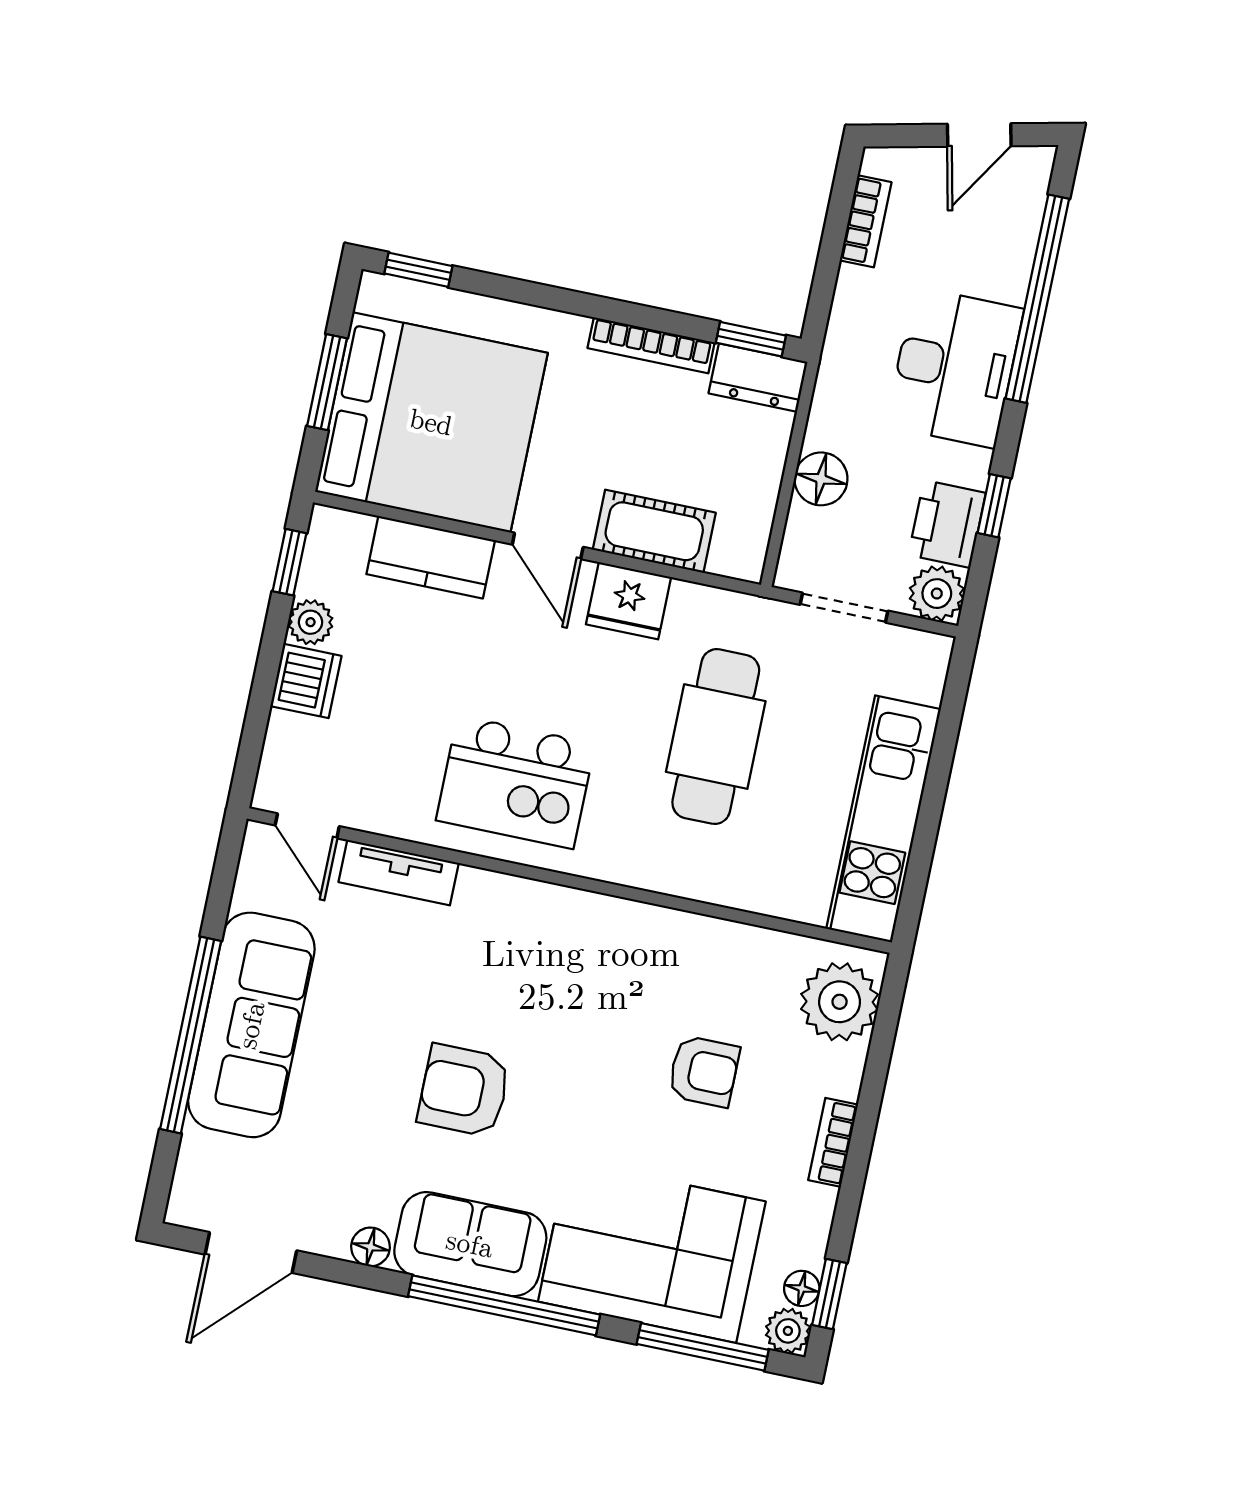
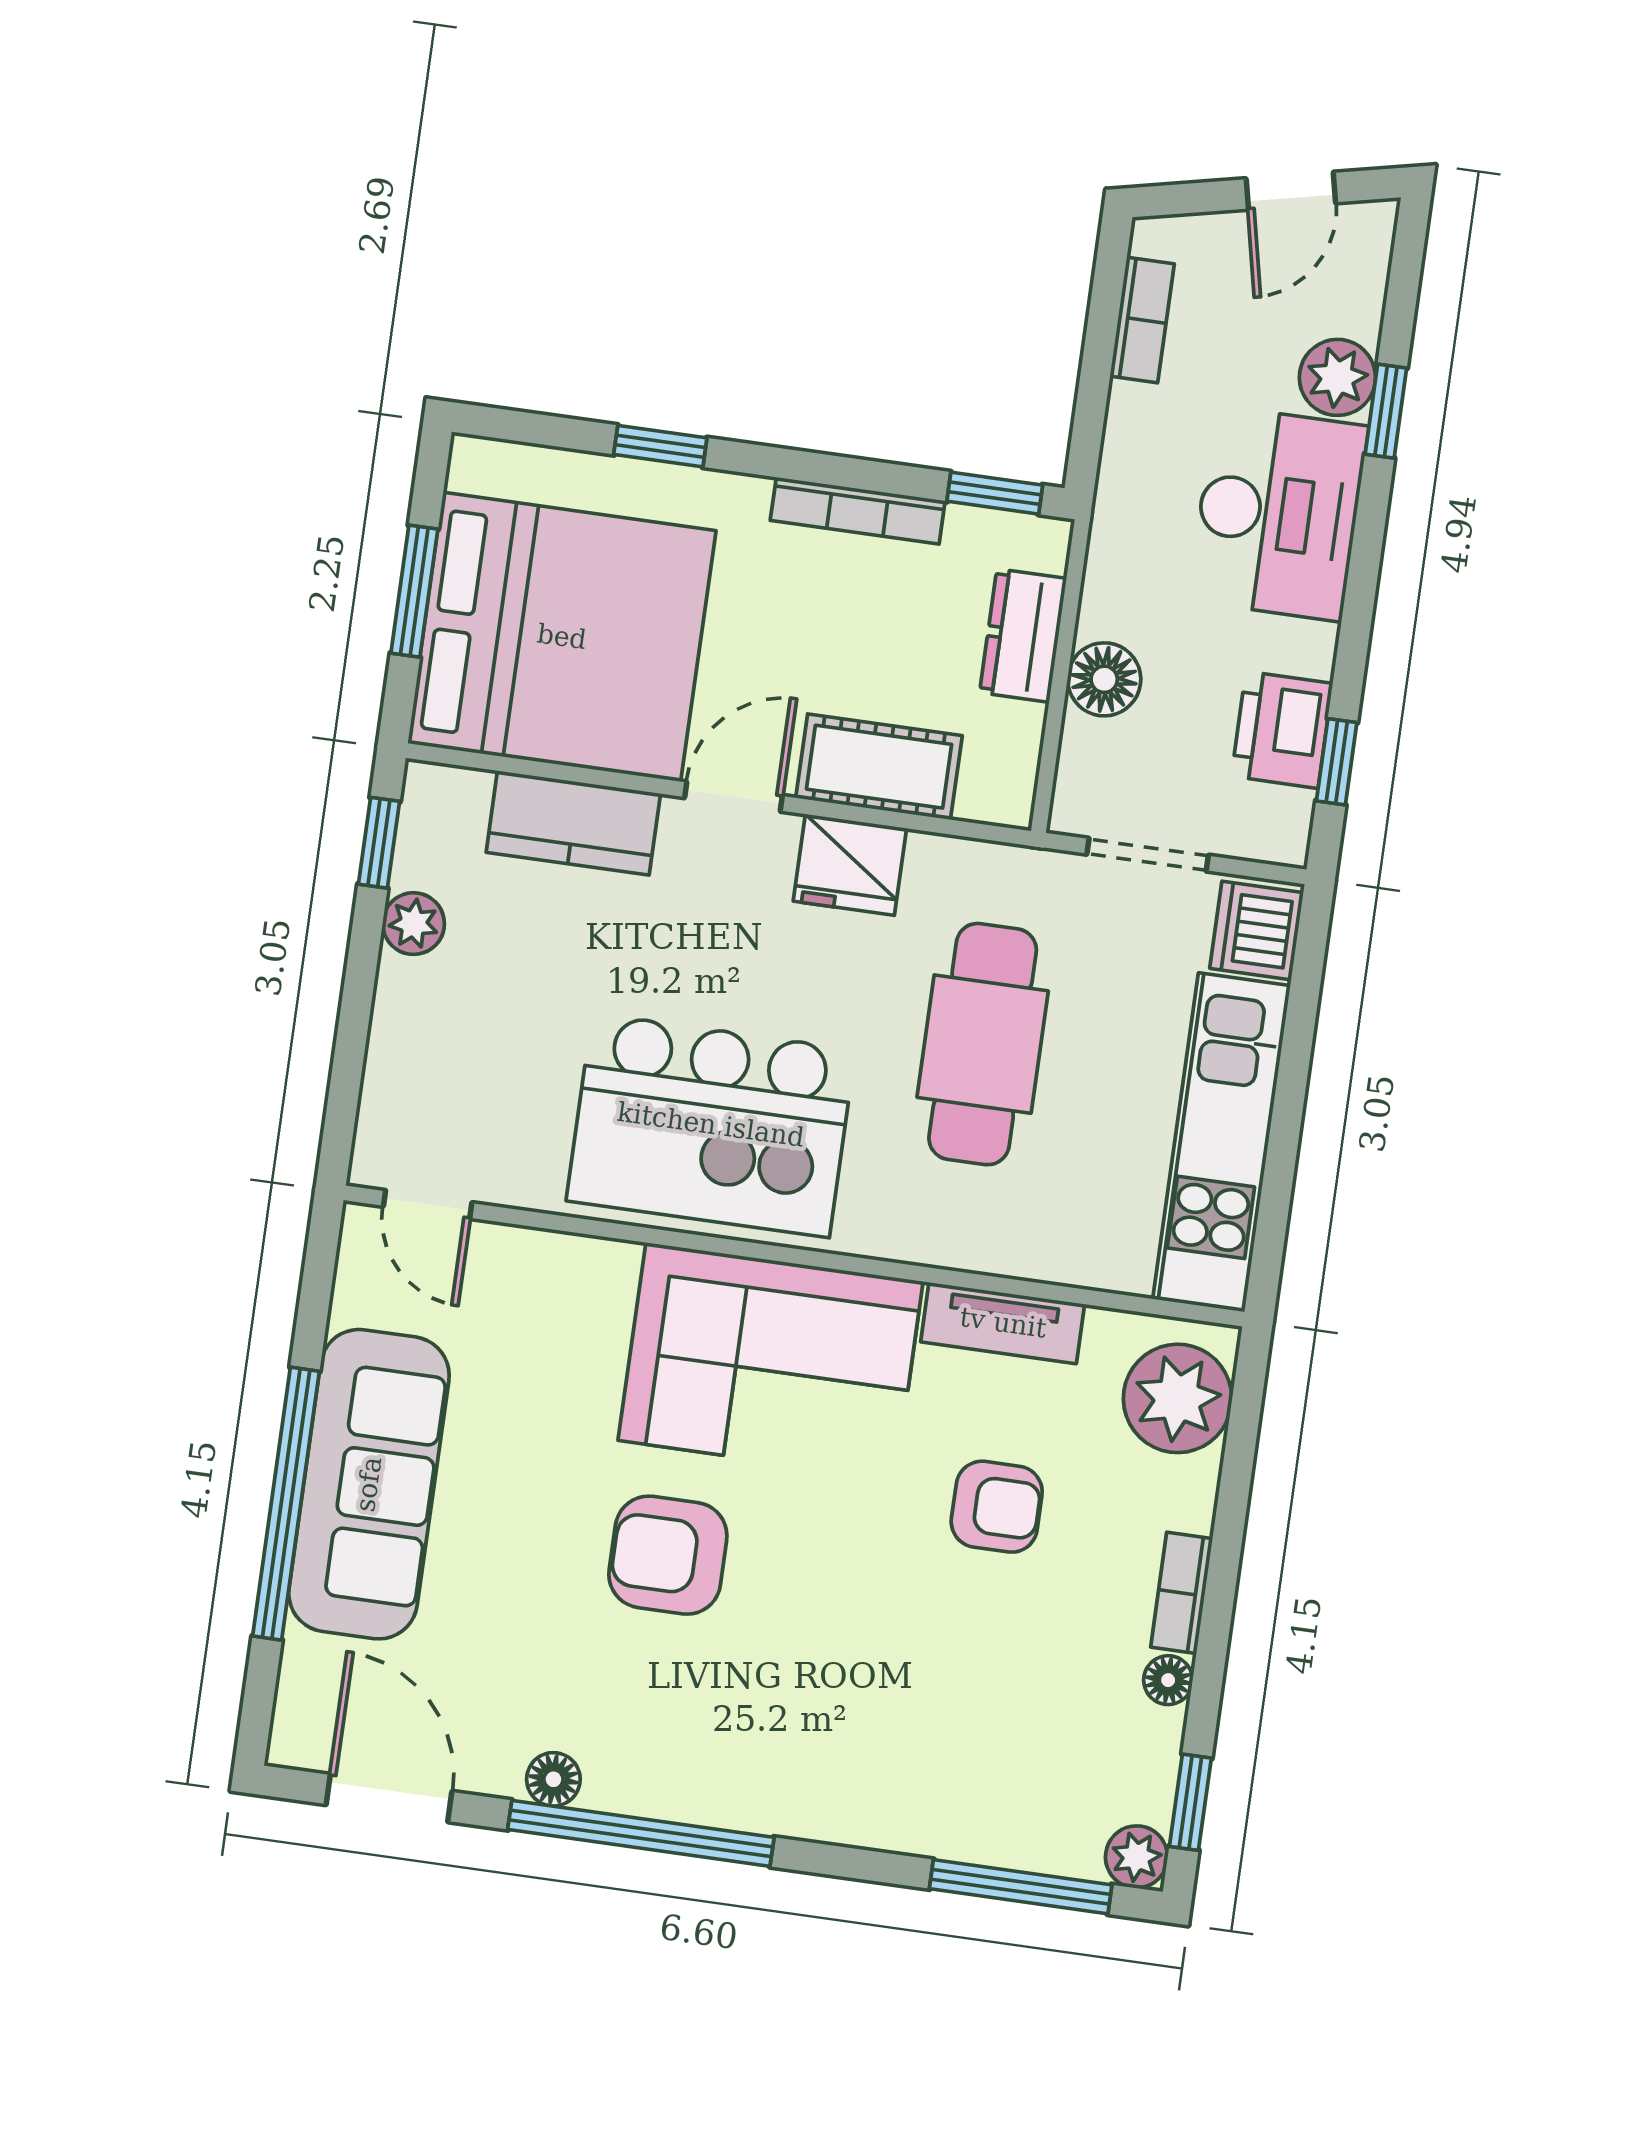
window: (418, 270) -> (660, 446), moved
window: (1037, 299) -> (1386, 411), width x0.32
dresser: (758, 378) -> (1023, 636), moved, turned 90
window: (994, 506) -> (1337, 762), moved
door: (548, 546) -> (733, 797), swing flipped
plant: (937, 594) -> (1337, 377), moved
dishwasher: (306, 681) -> (1257, 930), moved, turned 180
kitchen island: (516, 782) -> (711, 1125), width x1.37, depth x1.28
tv unit: (399, 872) -> (1003, 1323), moved
sofa: (470, 1244) -> (691, 1766), removed
door: (251, 1252) -> (389, 1798), swing flipped
corner sofa: (652, 1252) -> (771, 1361), moved, turned 180
floor lamp: (802, 1288) -> (1168, 1680), moved
window: (504, 1305) -> (641, 1833), moved

